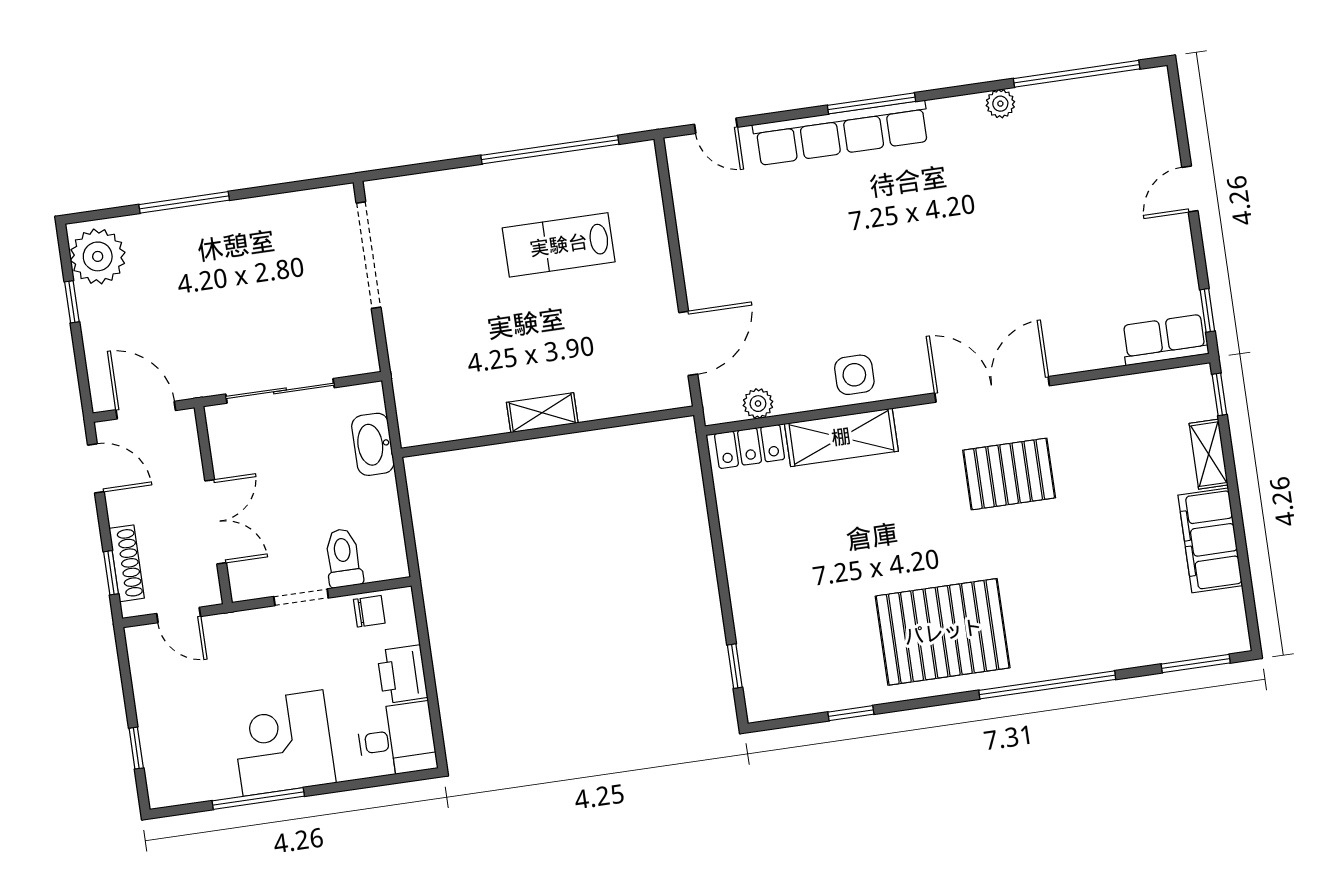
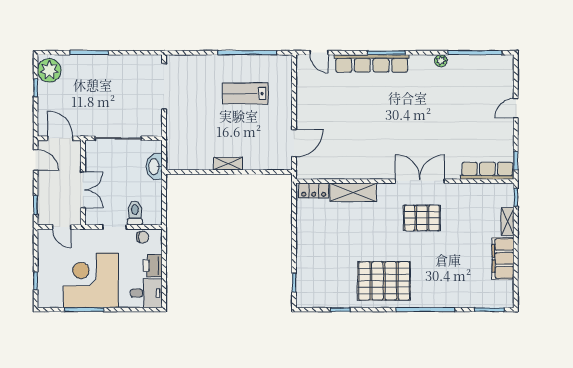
row of seats: (1165, 340) -> (487, 171), width x1.48
side table: (854, 375) -> (362, 167), removed
plant: (758, 404) -> (320, 173), removed
shoe rack: (127, 563) -> (43, 202), removed
corner desk: (283, 743) -> (91, 280), width x1.36, depth x1.36

